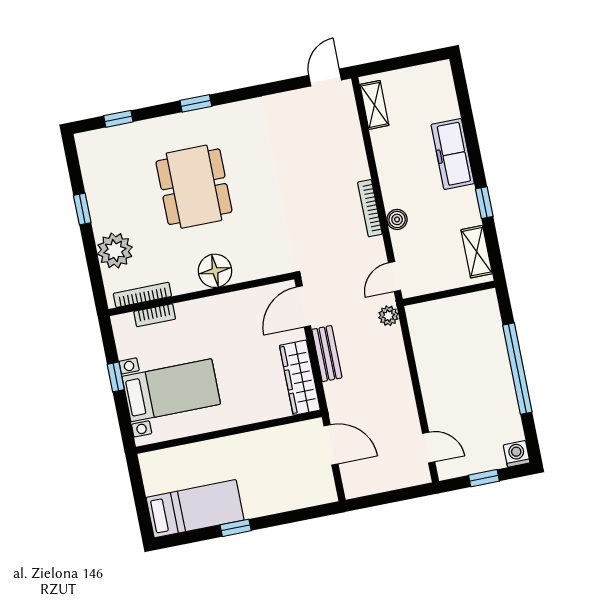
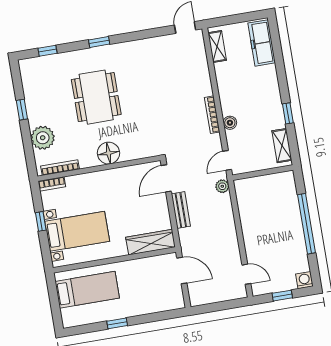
freezer: (453, 154) -> (262, 43), moved
bookcase: (155, 315) -> (52, 184), moved
wardrobe: (300, 378) -> (151, 242), moved, turned 90
bed: (195, 509) -> (87, 290), moved

